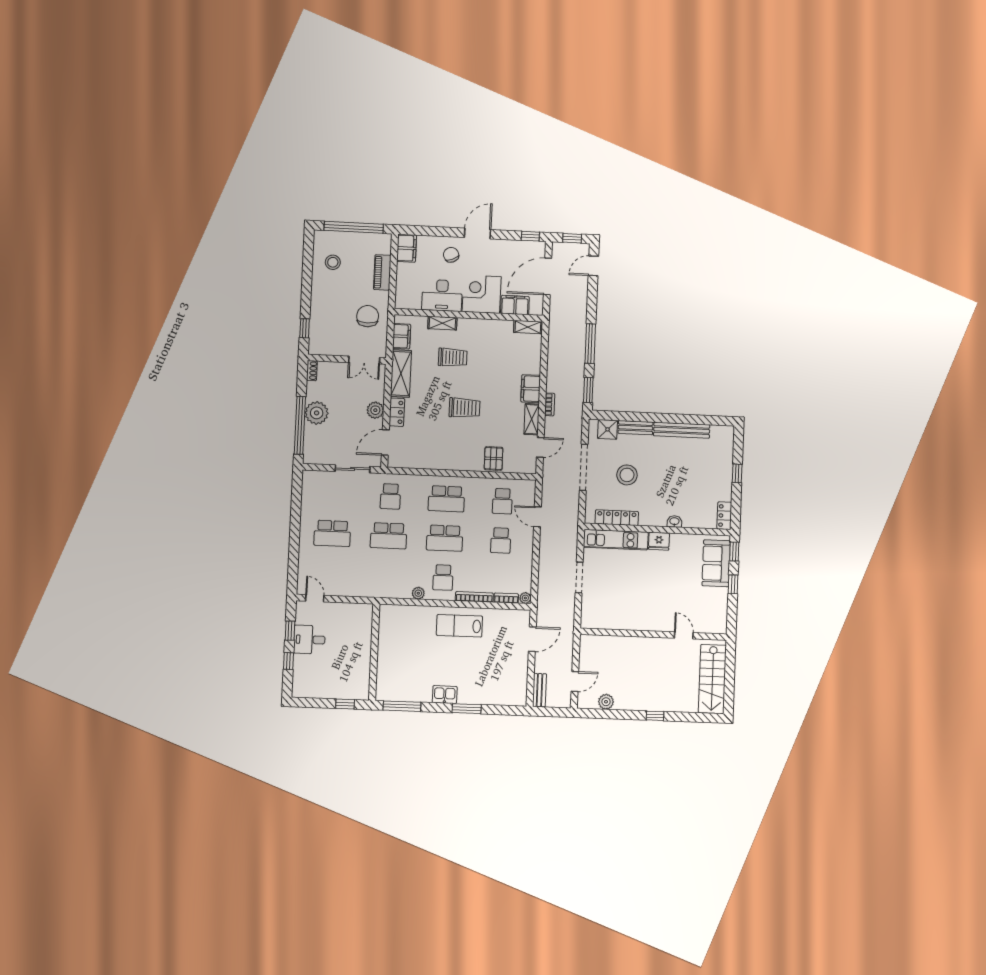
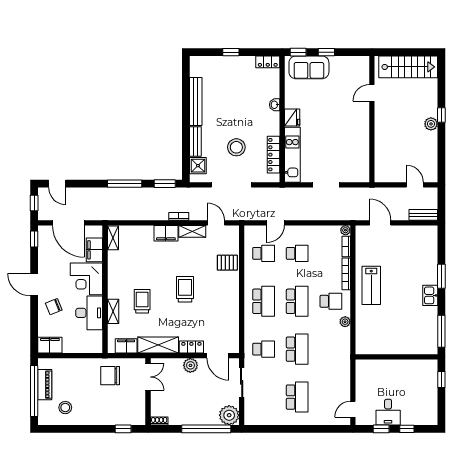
piano: (382, 272) -> (45, 385), moved, turned -90
plant: (317, 413) -> (229, 415), moved
plant: (606, 702) -> (431, 124), moved

